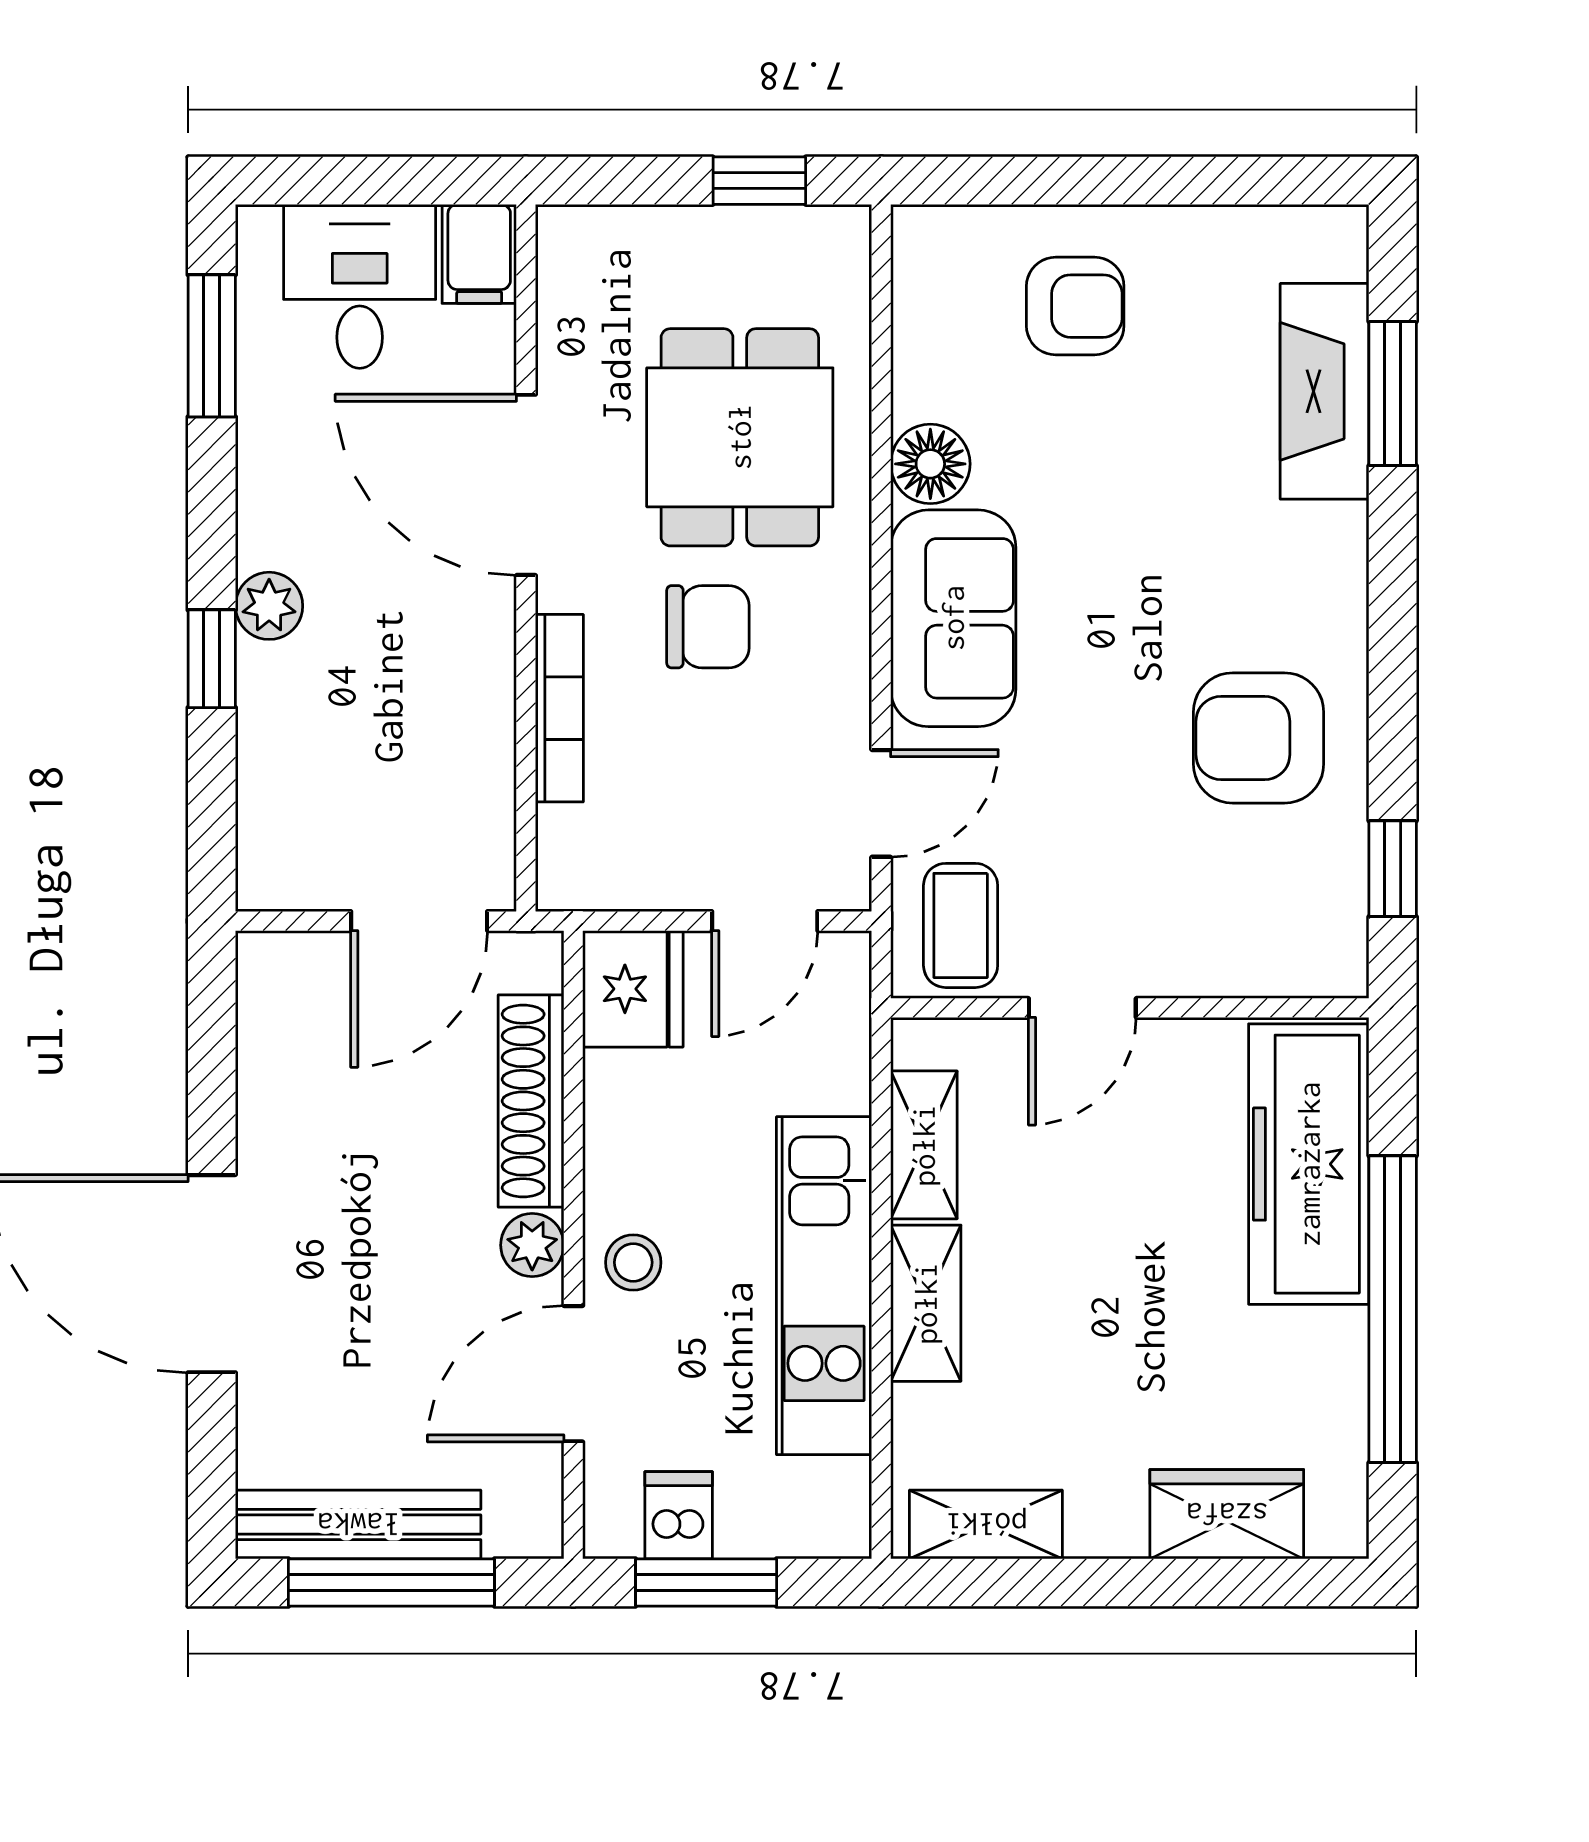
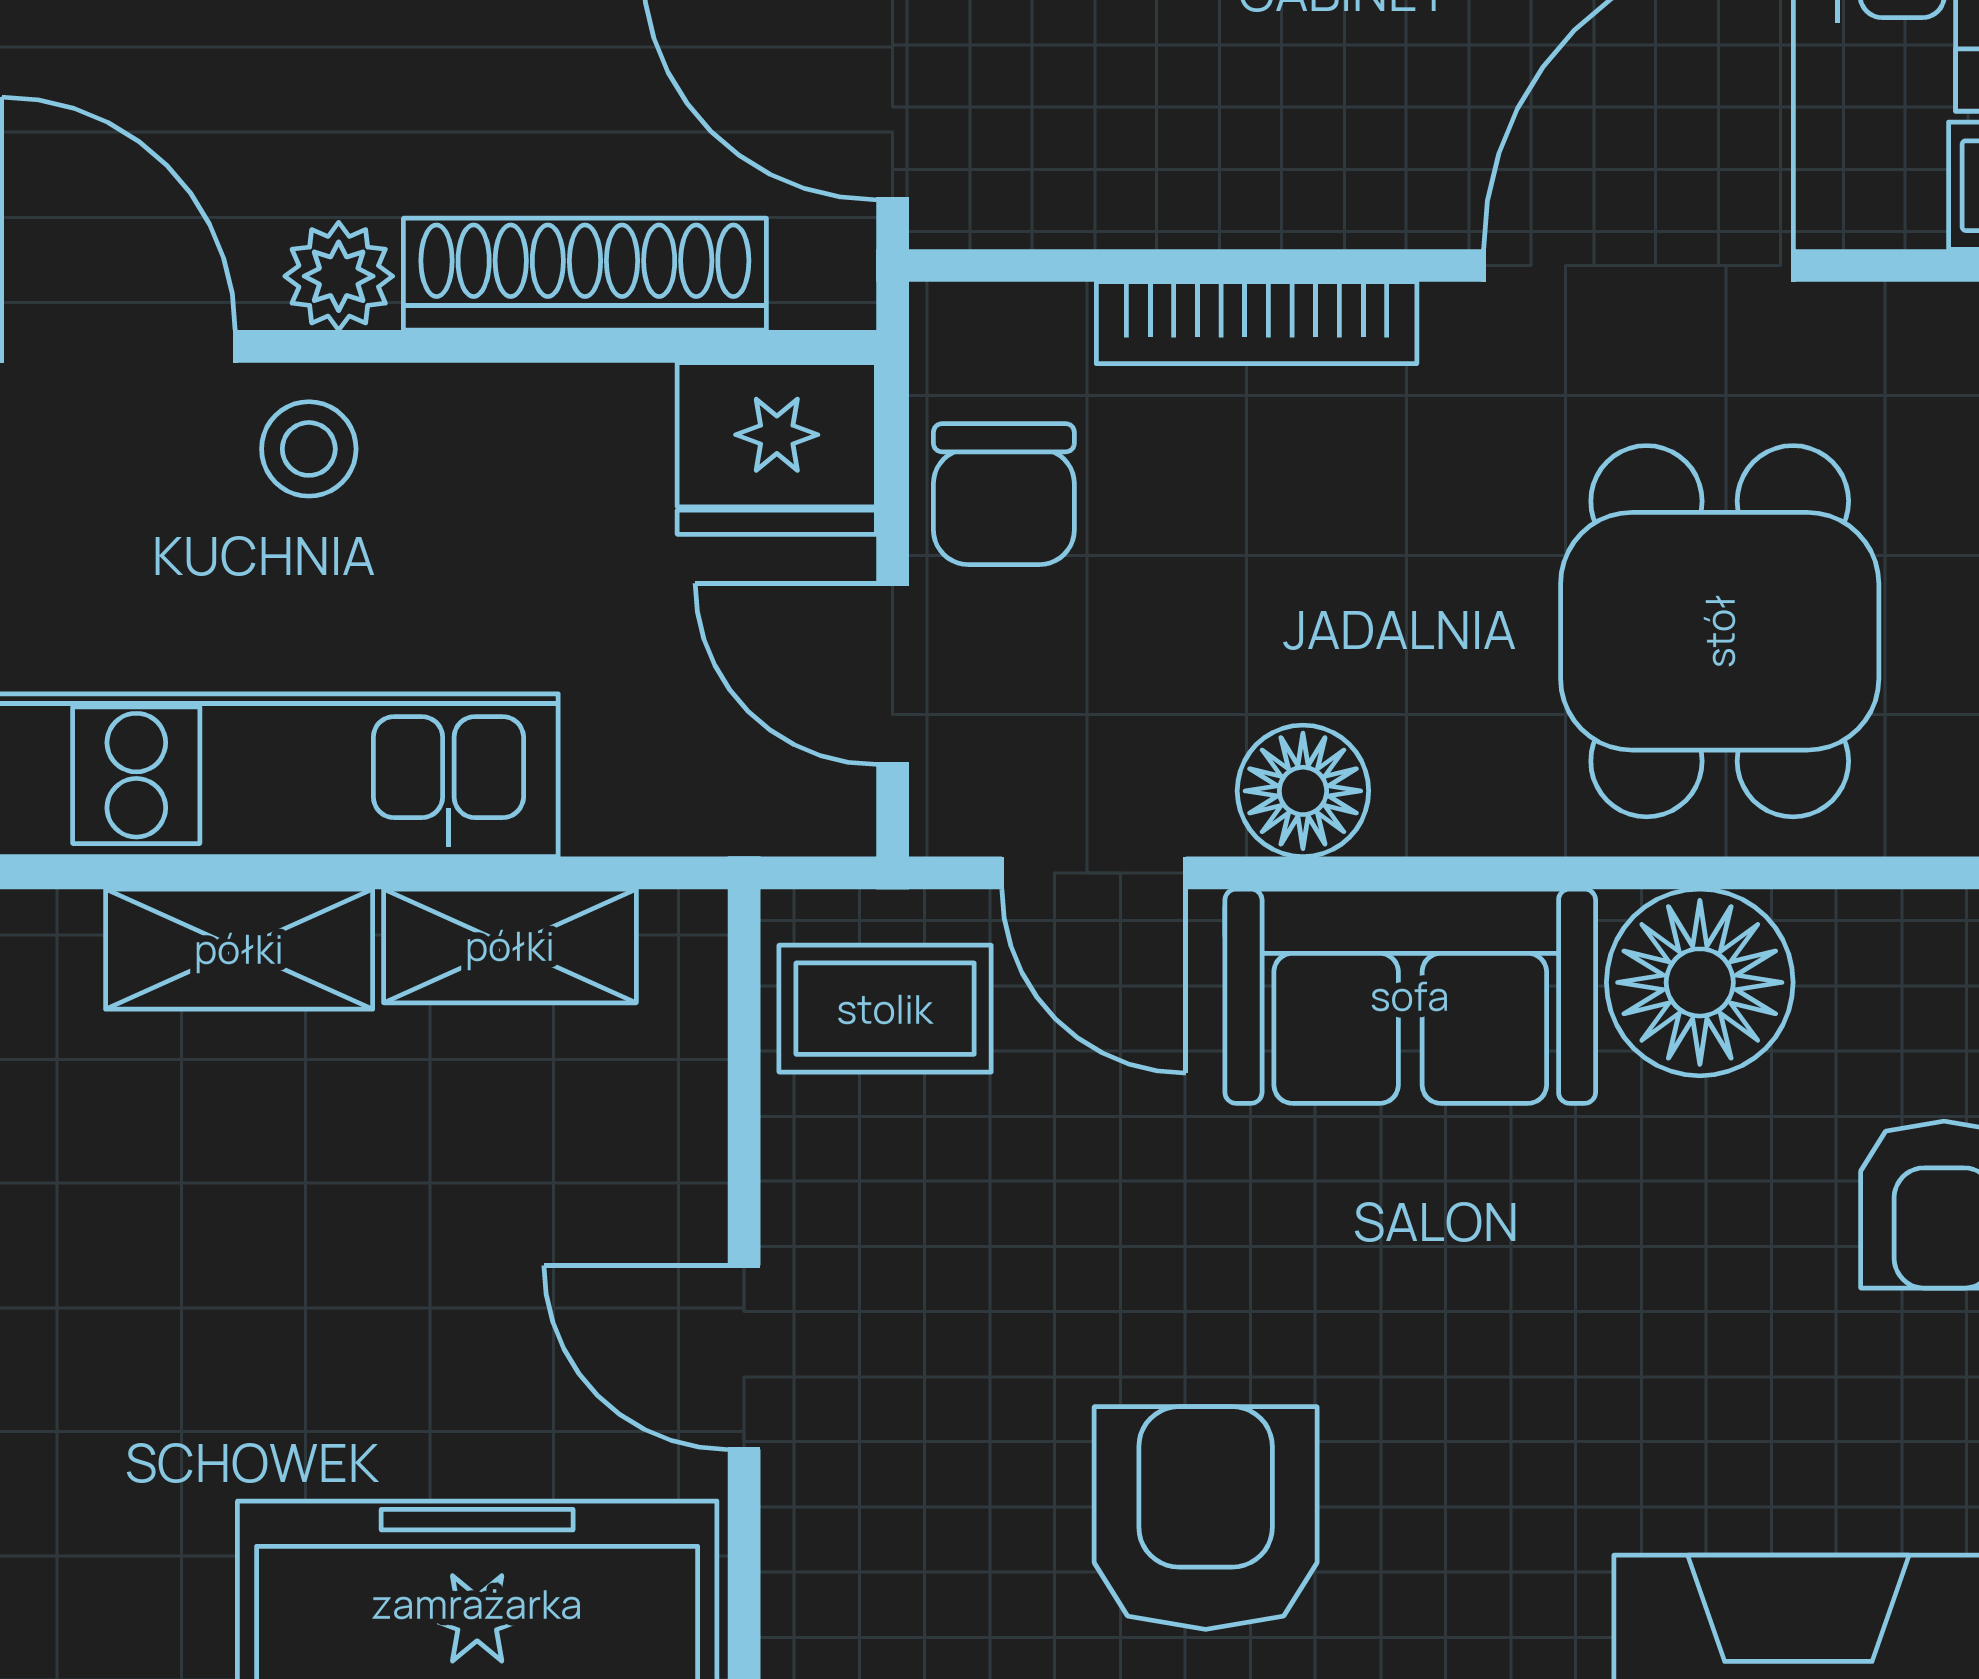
dining table: (740, 437) -> (1720, 631), turned 90
floor lamp: (930, 464) -> (1700, 982), width x1.38, depth x1.38
chair: (708, 627) -> (1004, 494), moved
floor lamp: (833, 681) -> (1303, 791), added
door: (1082, 1008) -> (744, 1357), moved

